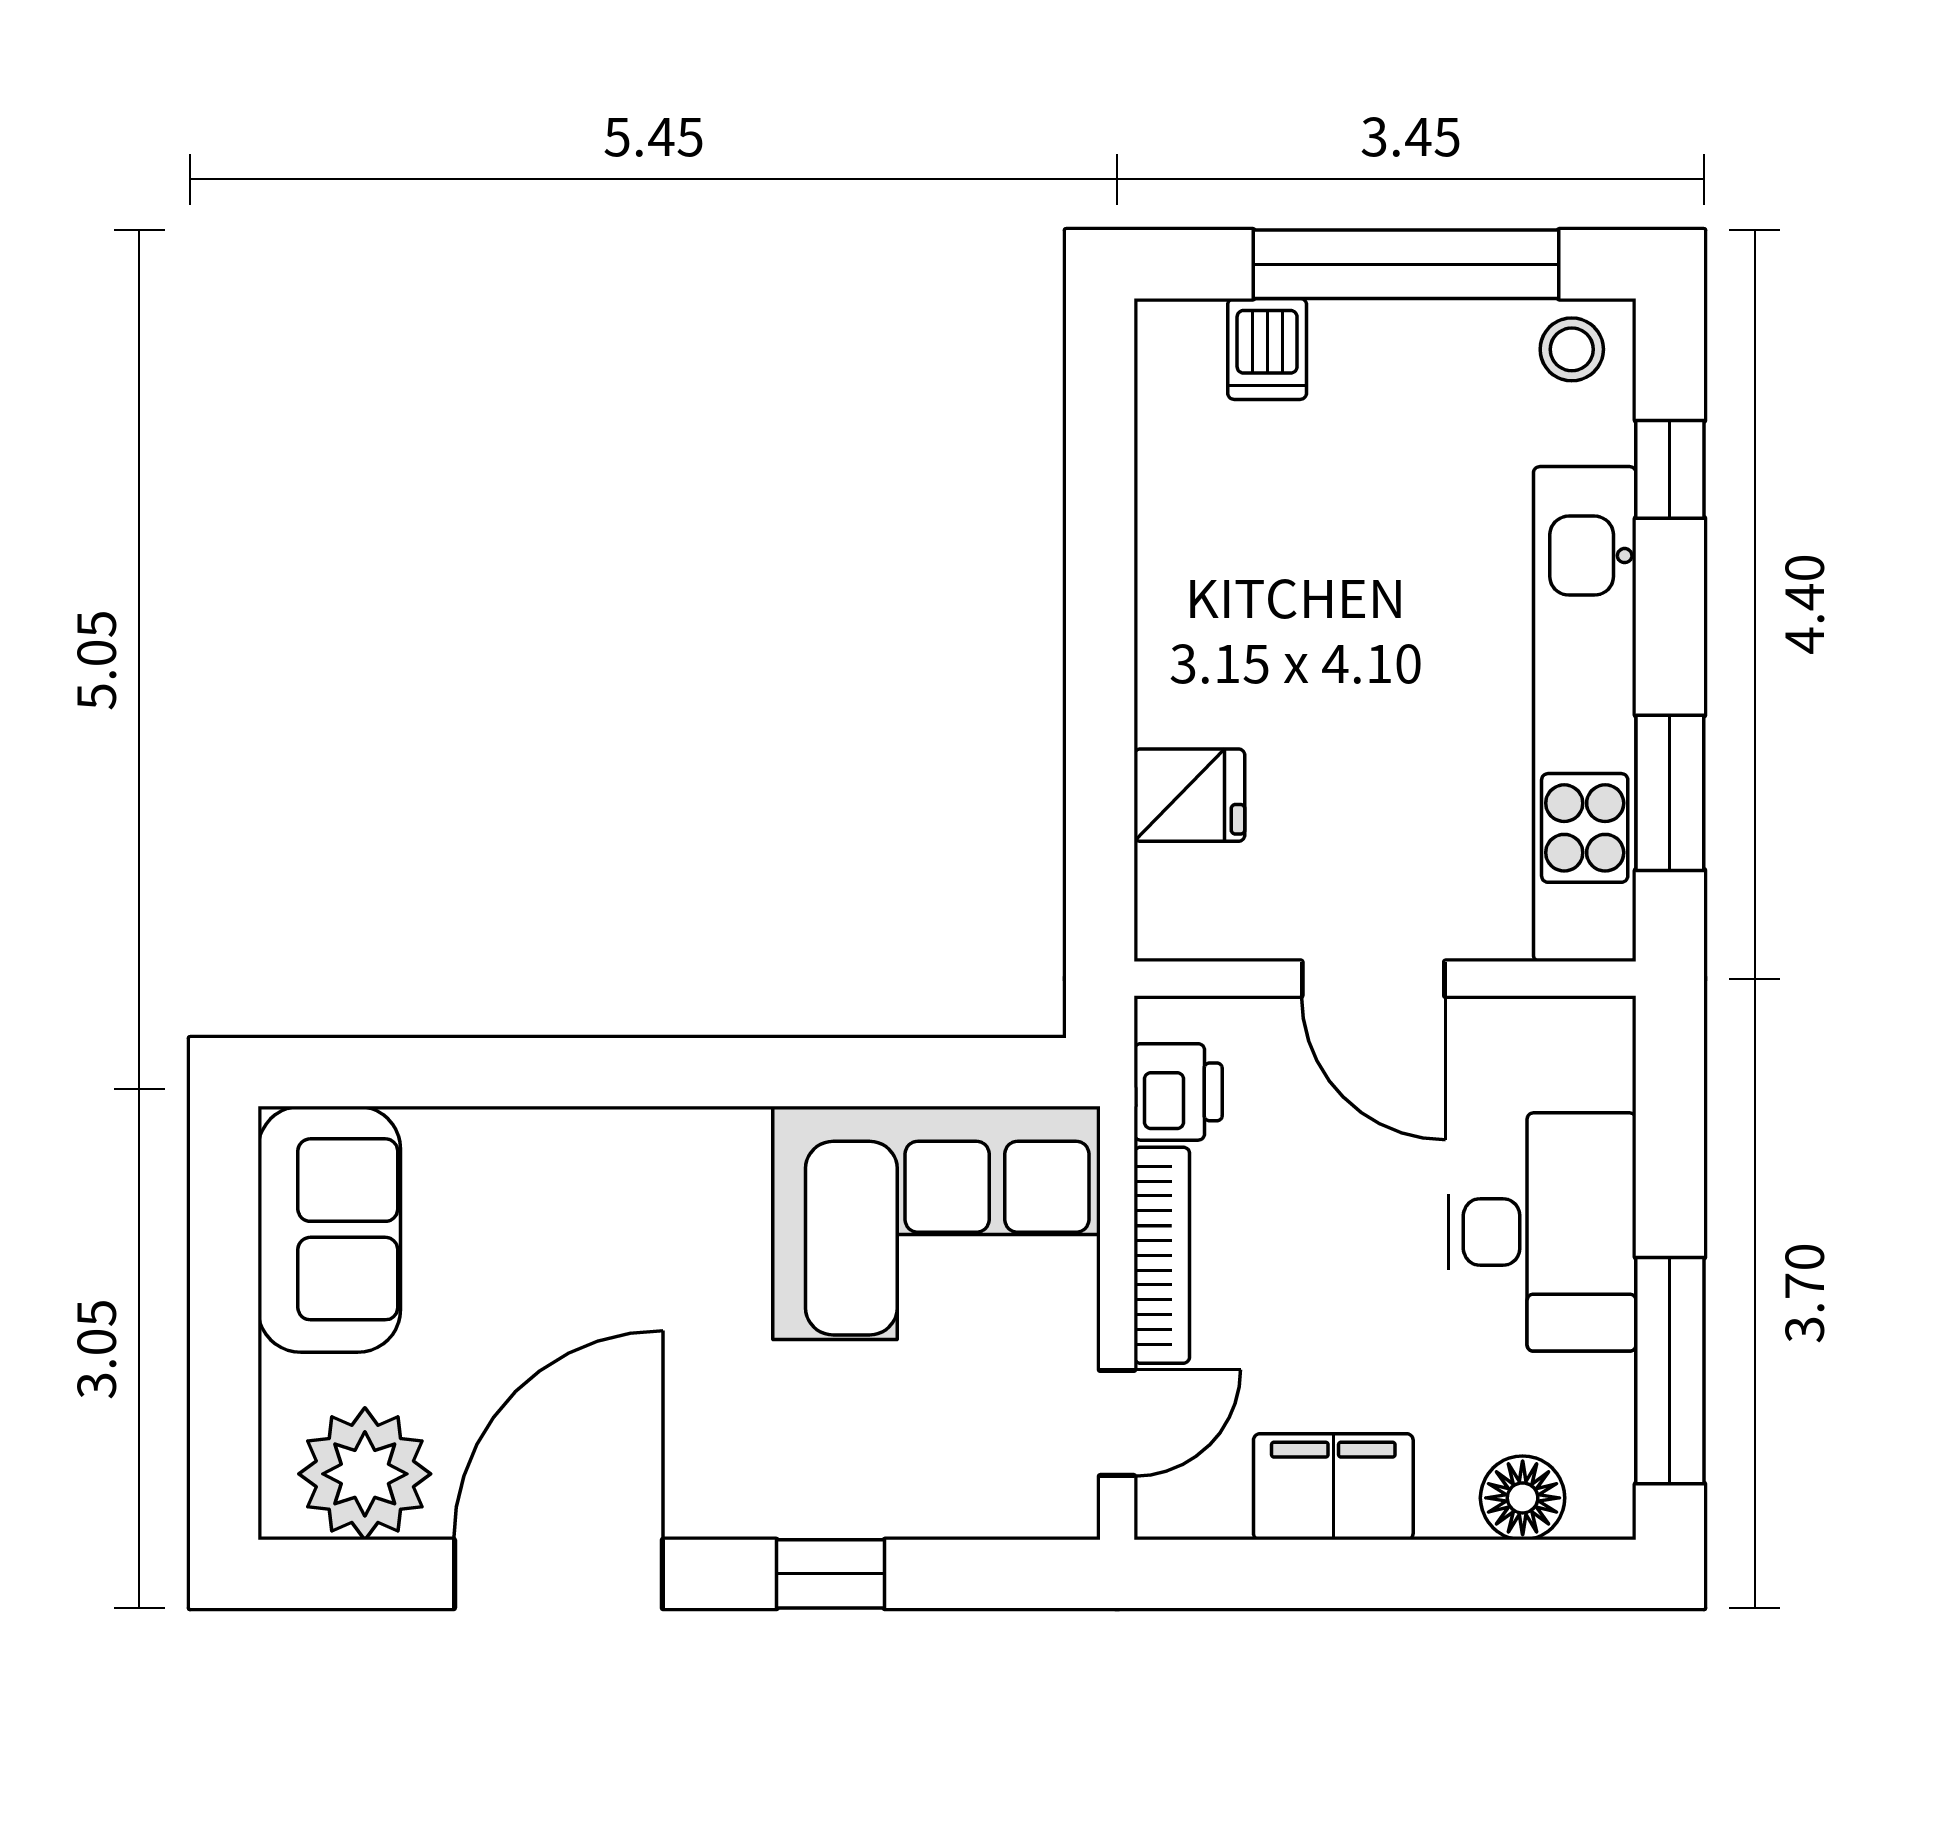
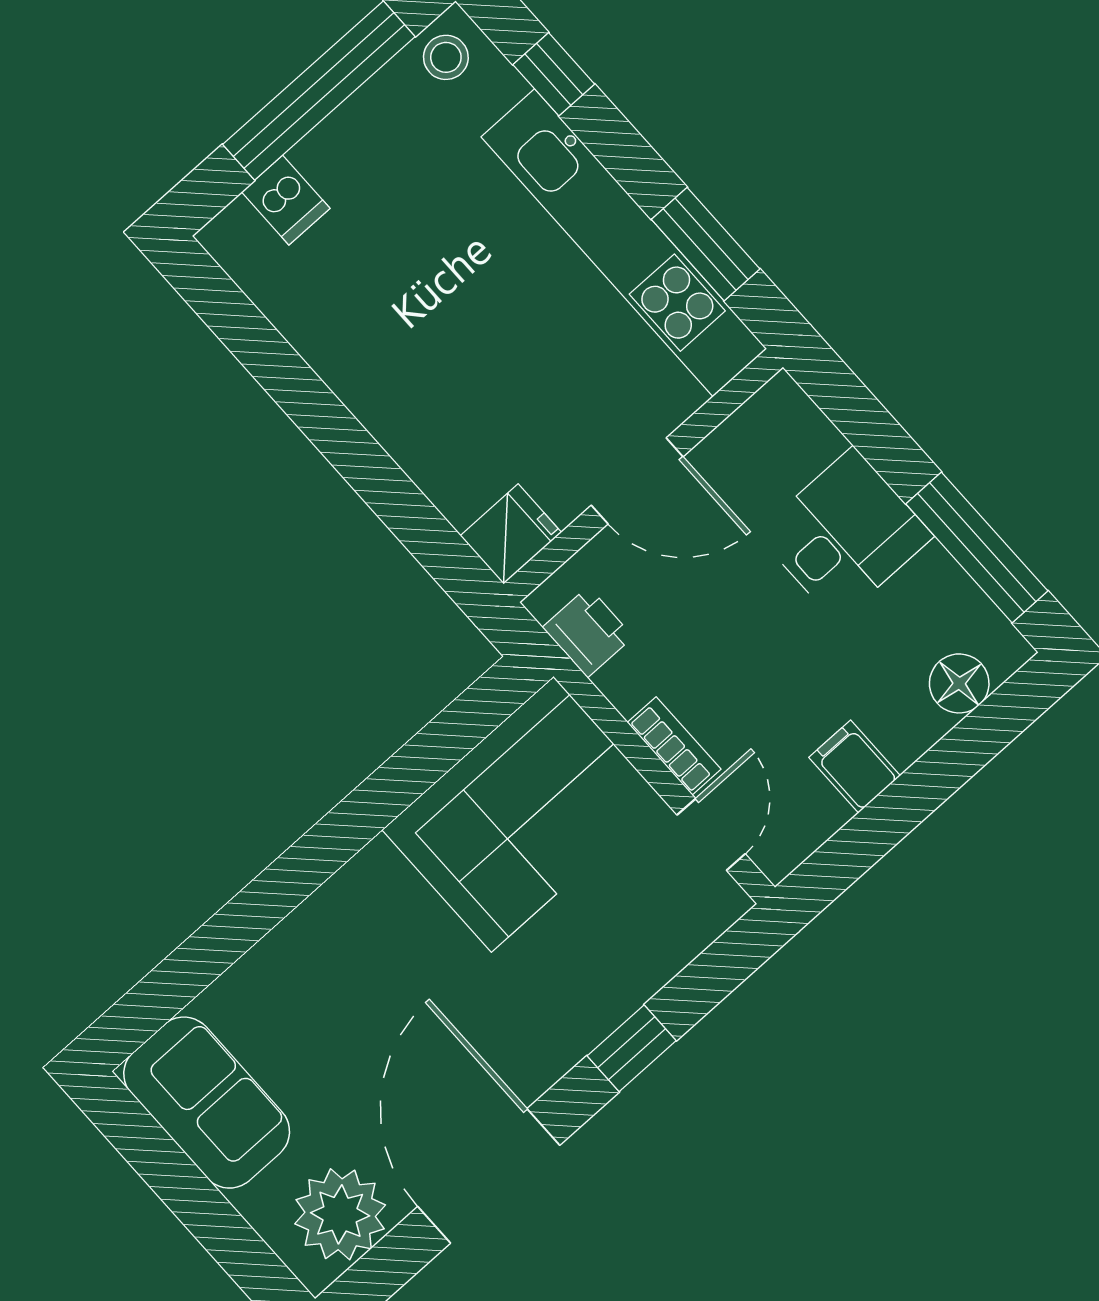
fridge: (1189, 795) -> (511, 534), moved
desk: (1542, 1232) -> (845, 535), width x0.73
bookcase: (1162, 1255) -> (674, 746), width x0.64
filing cabinet: (1333, 1487) -> (855, 766), width x0.50

